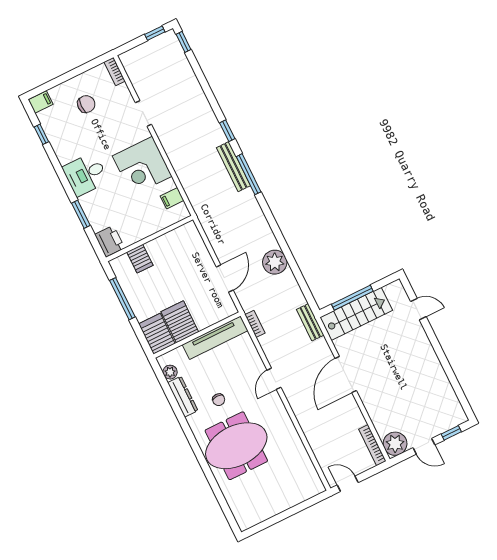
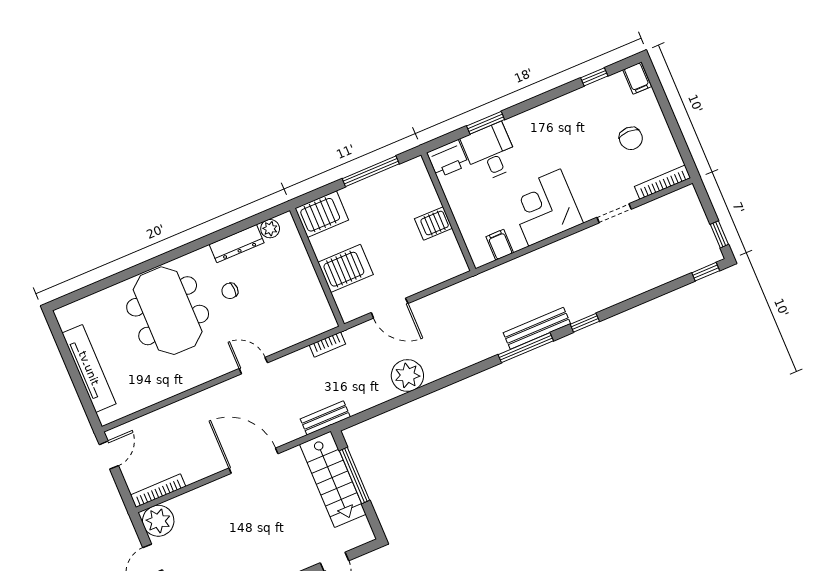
bookcase: (115, 72) -> (663, 182), width x1.56
desk: (85, 174) -> (490, 152), moved
server rack: (140, 259) -> (433, 223), moved
server rack: (180, 322) -> (346, 268), moved
tv unit: (215, 338) -> (89, 368), moved, turned 180

